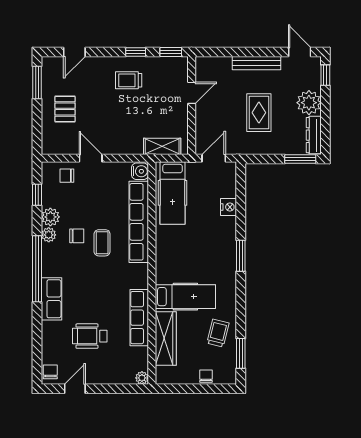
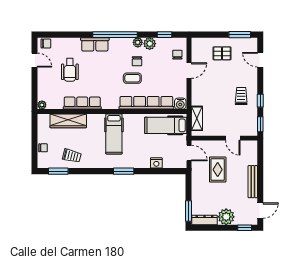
rug: (259, 113) -> (218, 170), moved, turned 90
hospital bed: (185, 297) -> (114, 134), moved
wheelchair: (90, 336) -> (70, 70), turned 180

